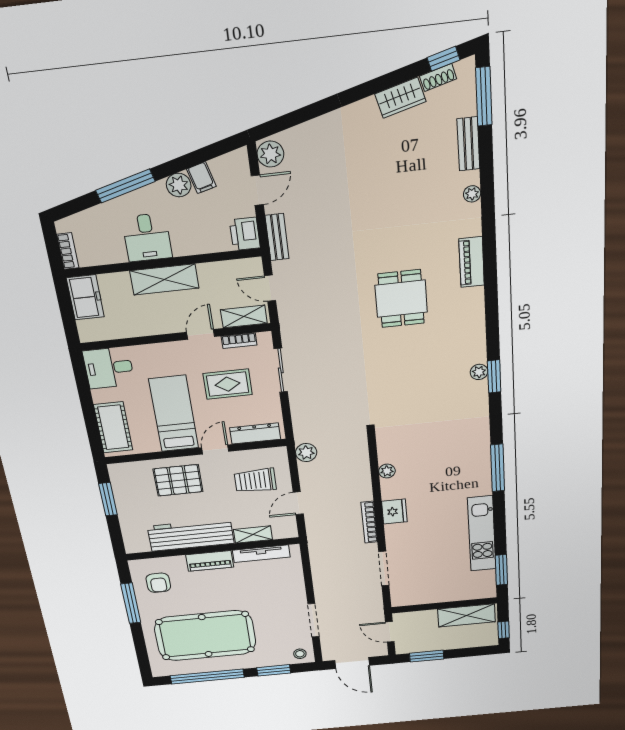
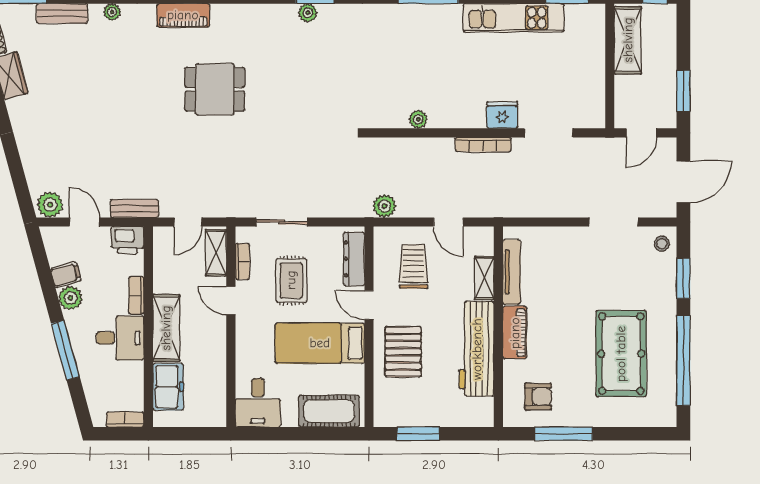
bookcase: (192, 248) -> (136, 295), added
freezer: (85, 297) -> (168, 387), moved, turned 90
trolley: (255, 481) -> (413, 266), turned 180
fridge: (394, 512) -> (502, 115), moved
pool table: (205, 636) -> (621, 354), width x0.73, depth x0.76

